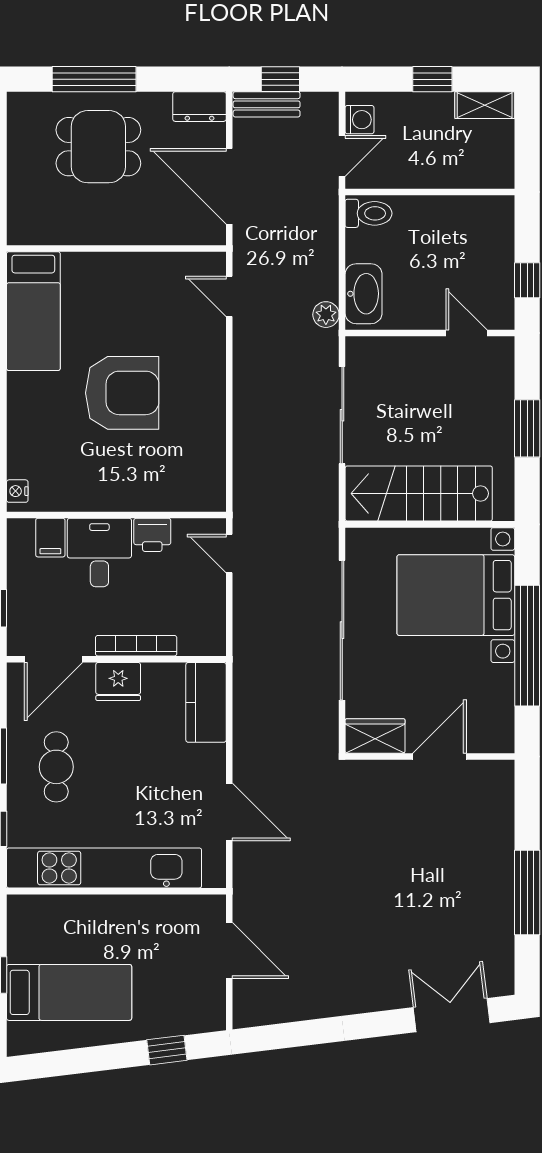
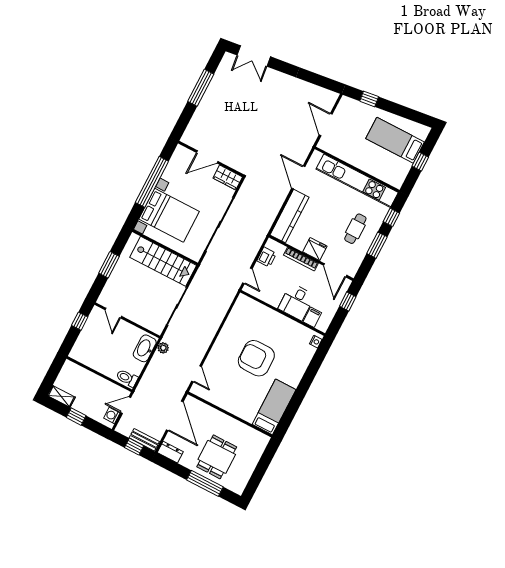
dining table: (98, 147) -> (217, 457), turned 90
printer: (152, 535) -> (267, 257), moved, turned 90
door: (53, 659) -> (335, 270), swing flipped
kitchen counter: (206, 702) -> (289, 216), width x1.50

